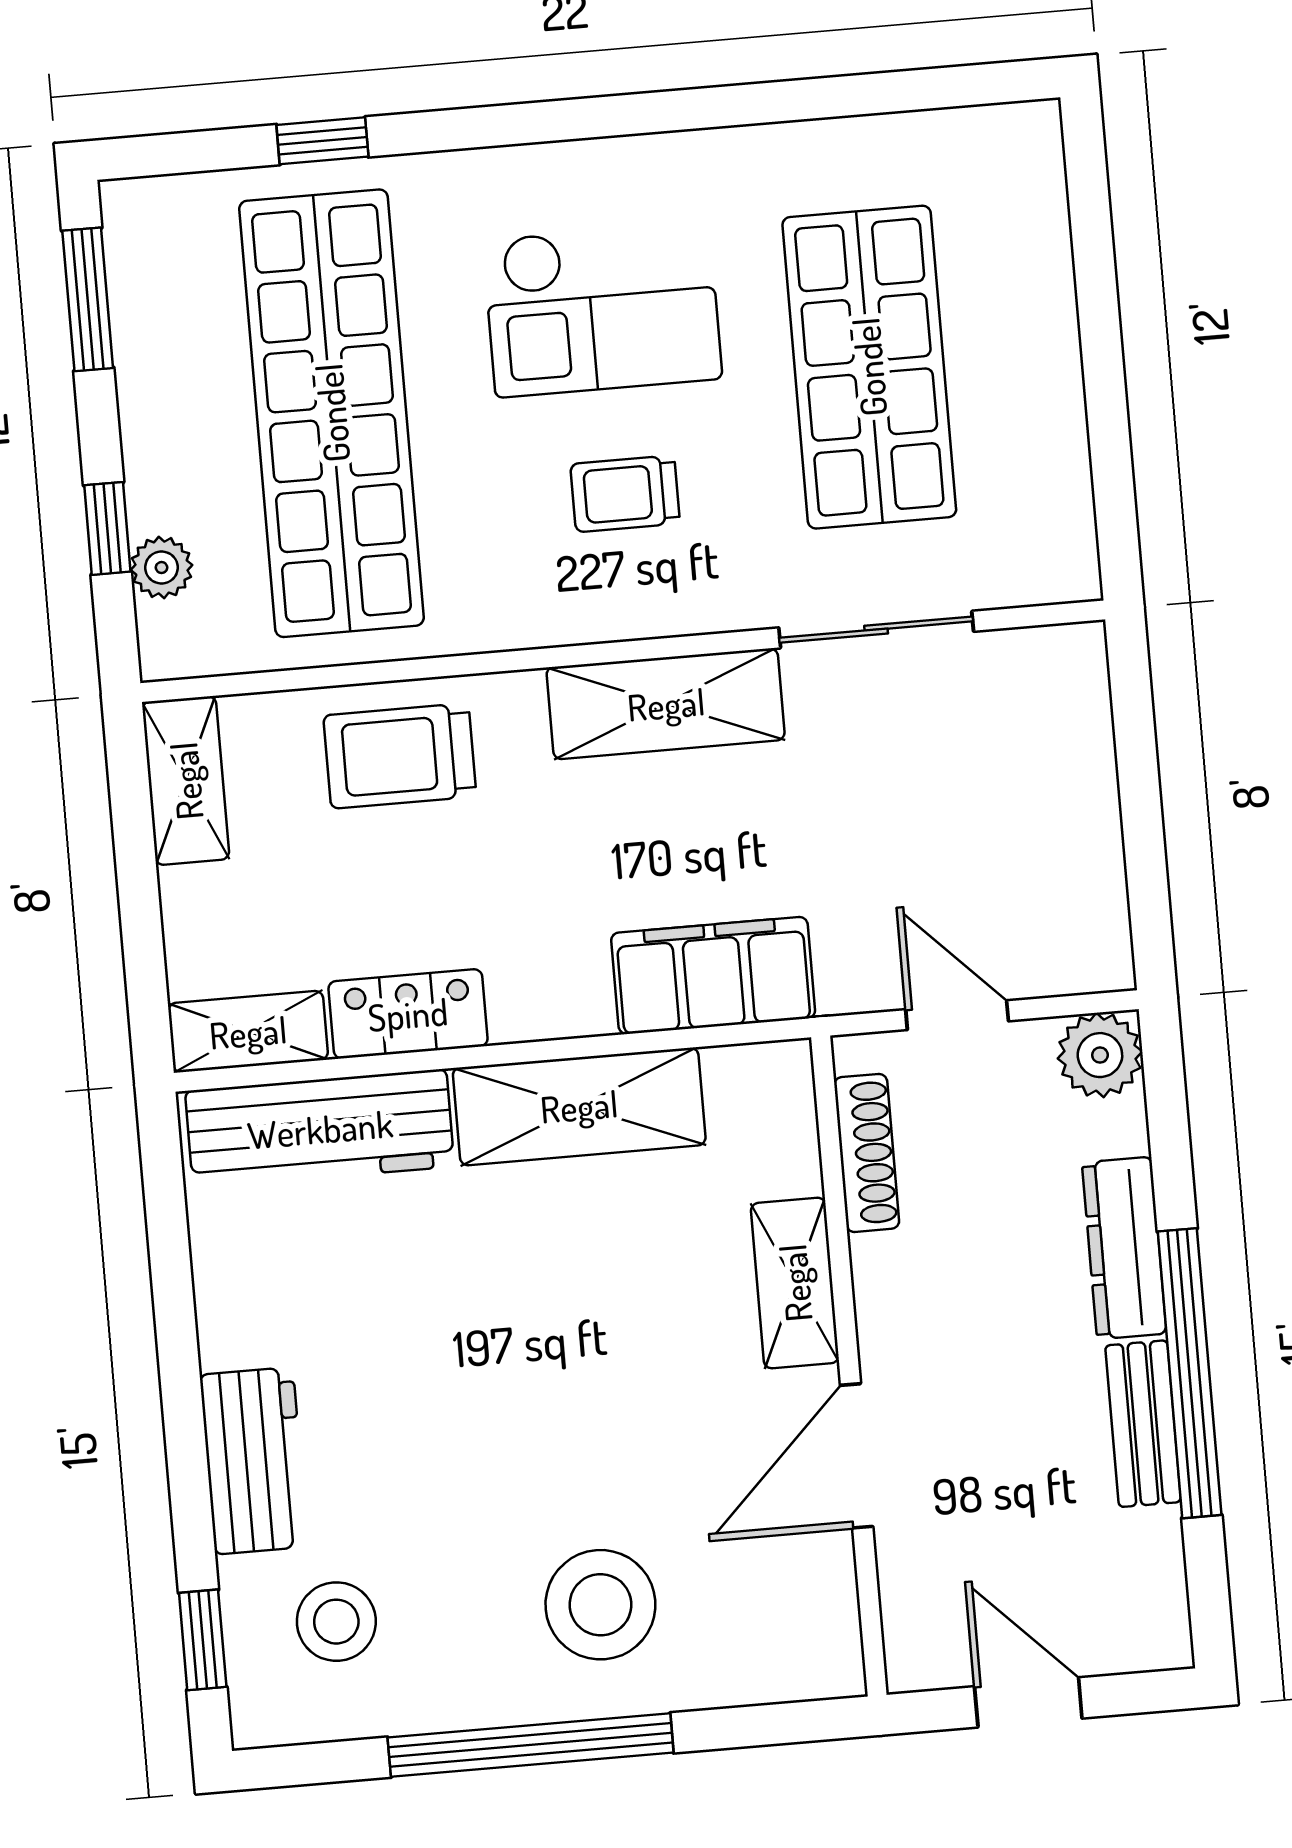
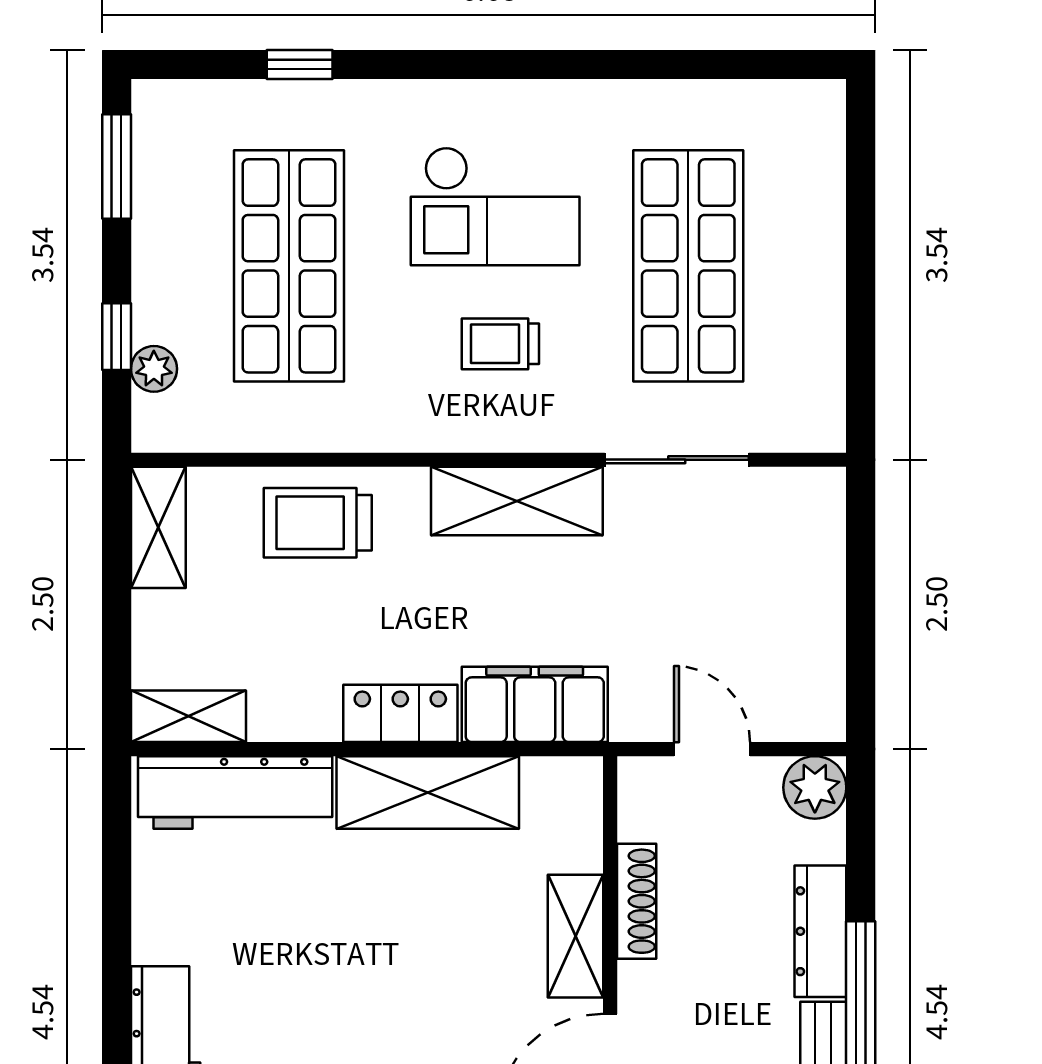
shop shelf: (332, 413) -> (289, 266), width x0.71
locker: (408, 1014) -> (400, 713), moved
shoe rack: (867, 1153) -> (637, 901), moved

